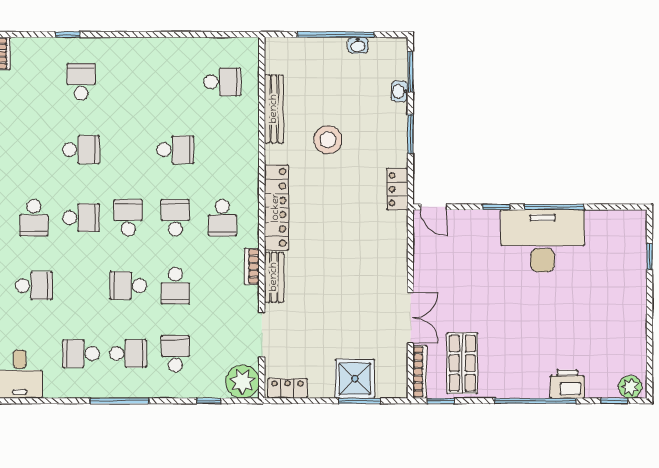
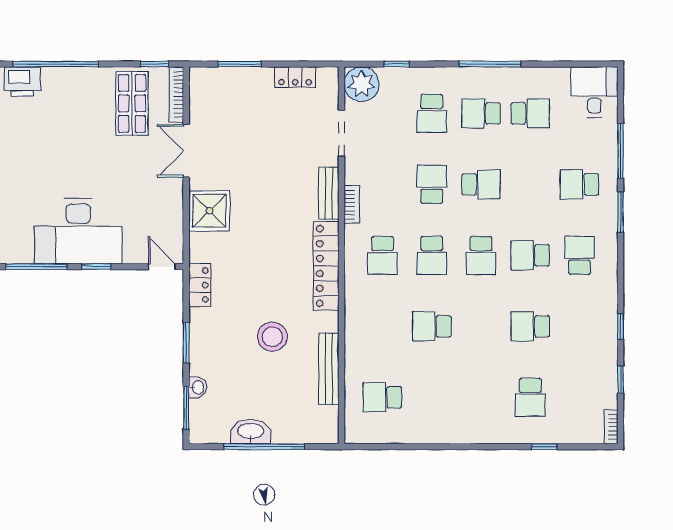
washbasin: (358, 45) -> (251, 432), width x1.91, depth x1.45
school desk: (222, 218) -> (382, 255), turned 180
desk: (543, 241) -> (78, 231), moved
shower: (355, 379) -> (209, 211), moved
locker: (288, 388) -> (295, 77), moved

